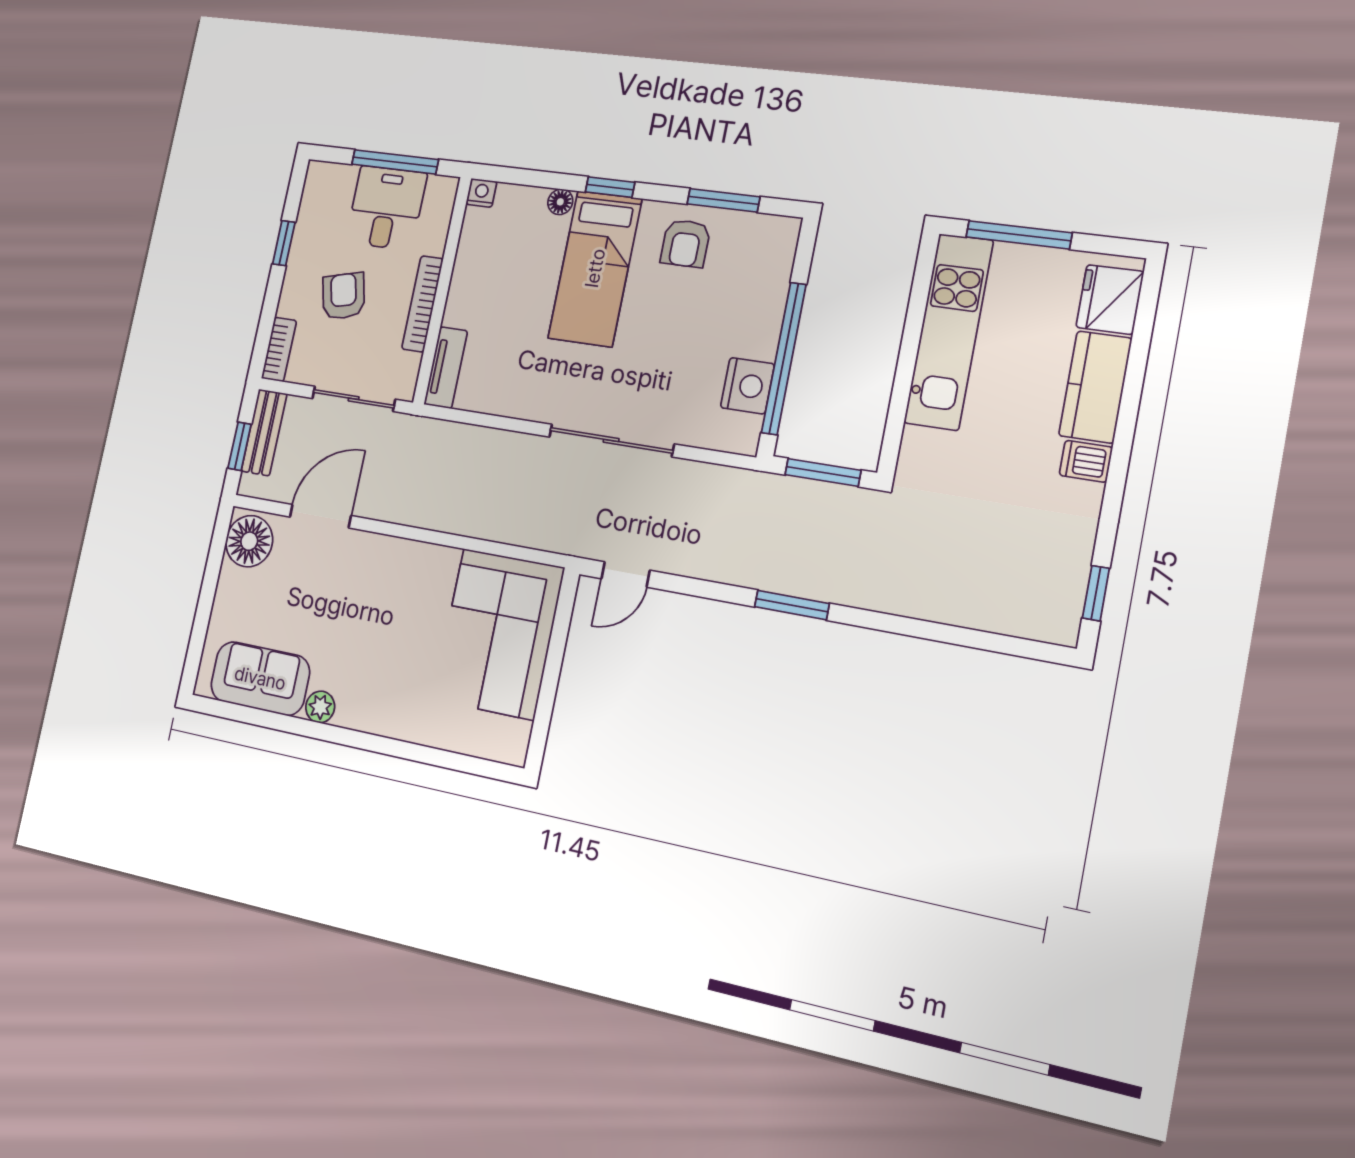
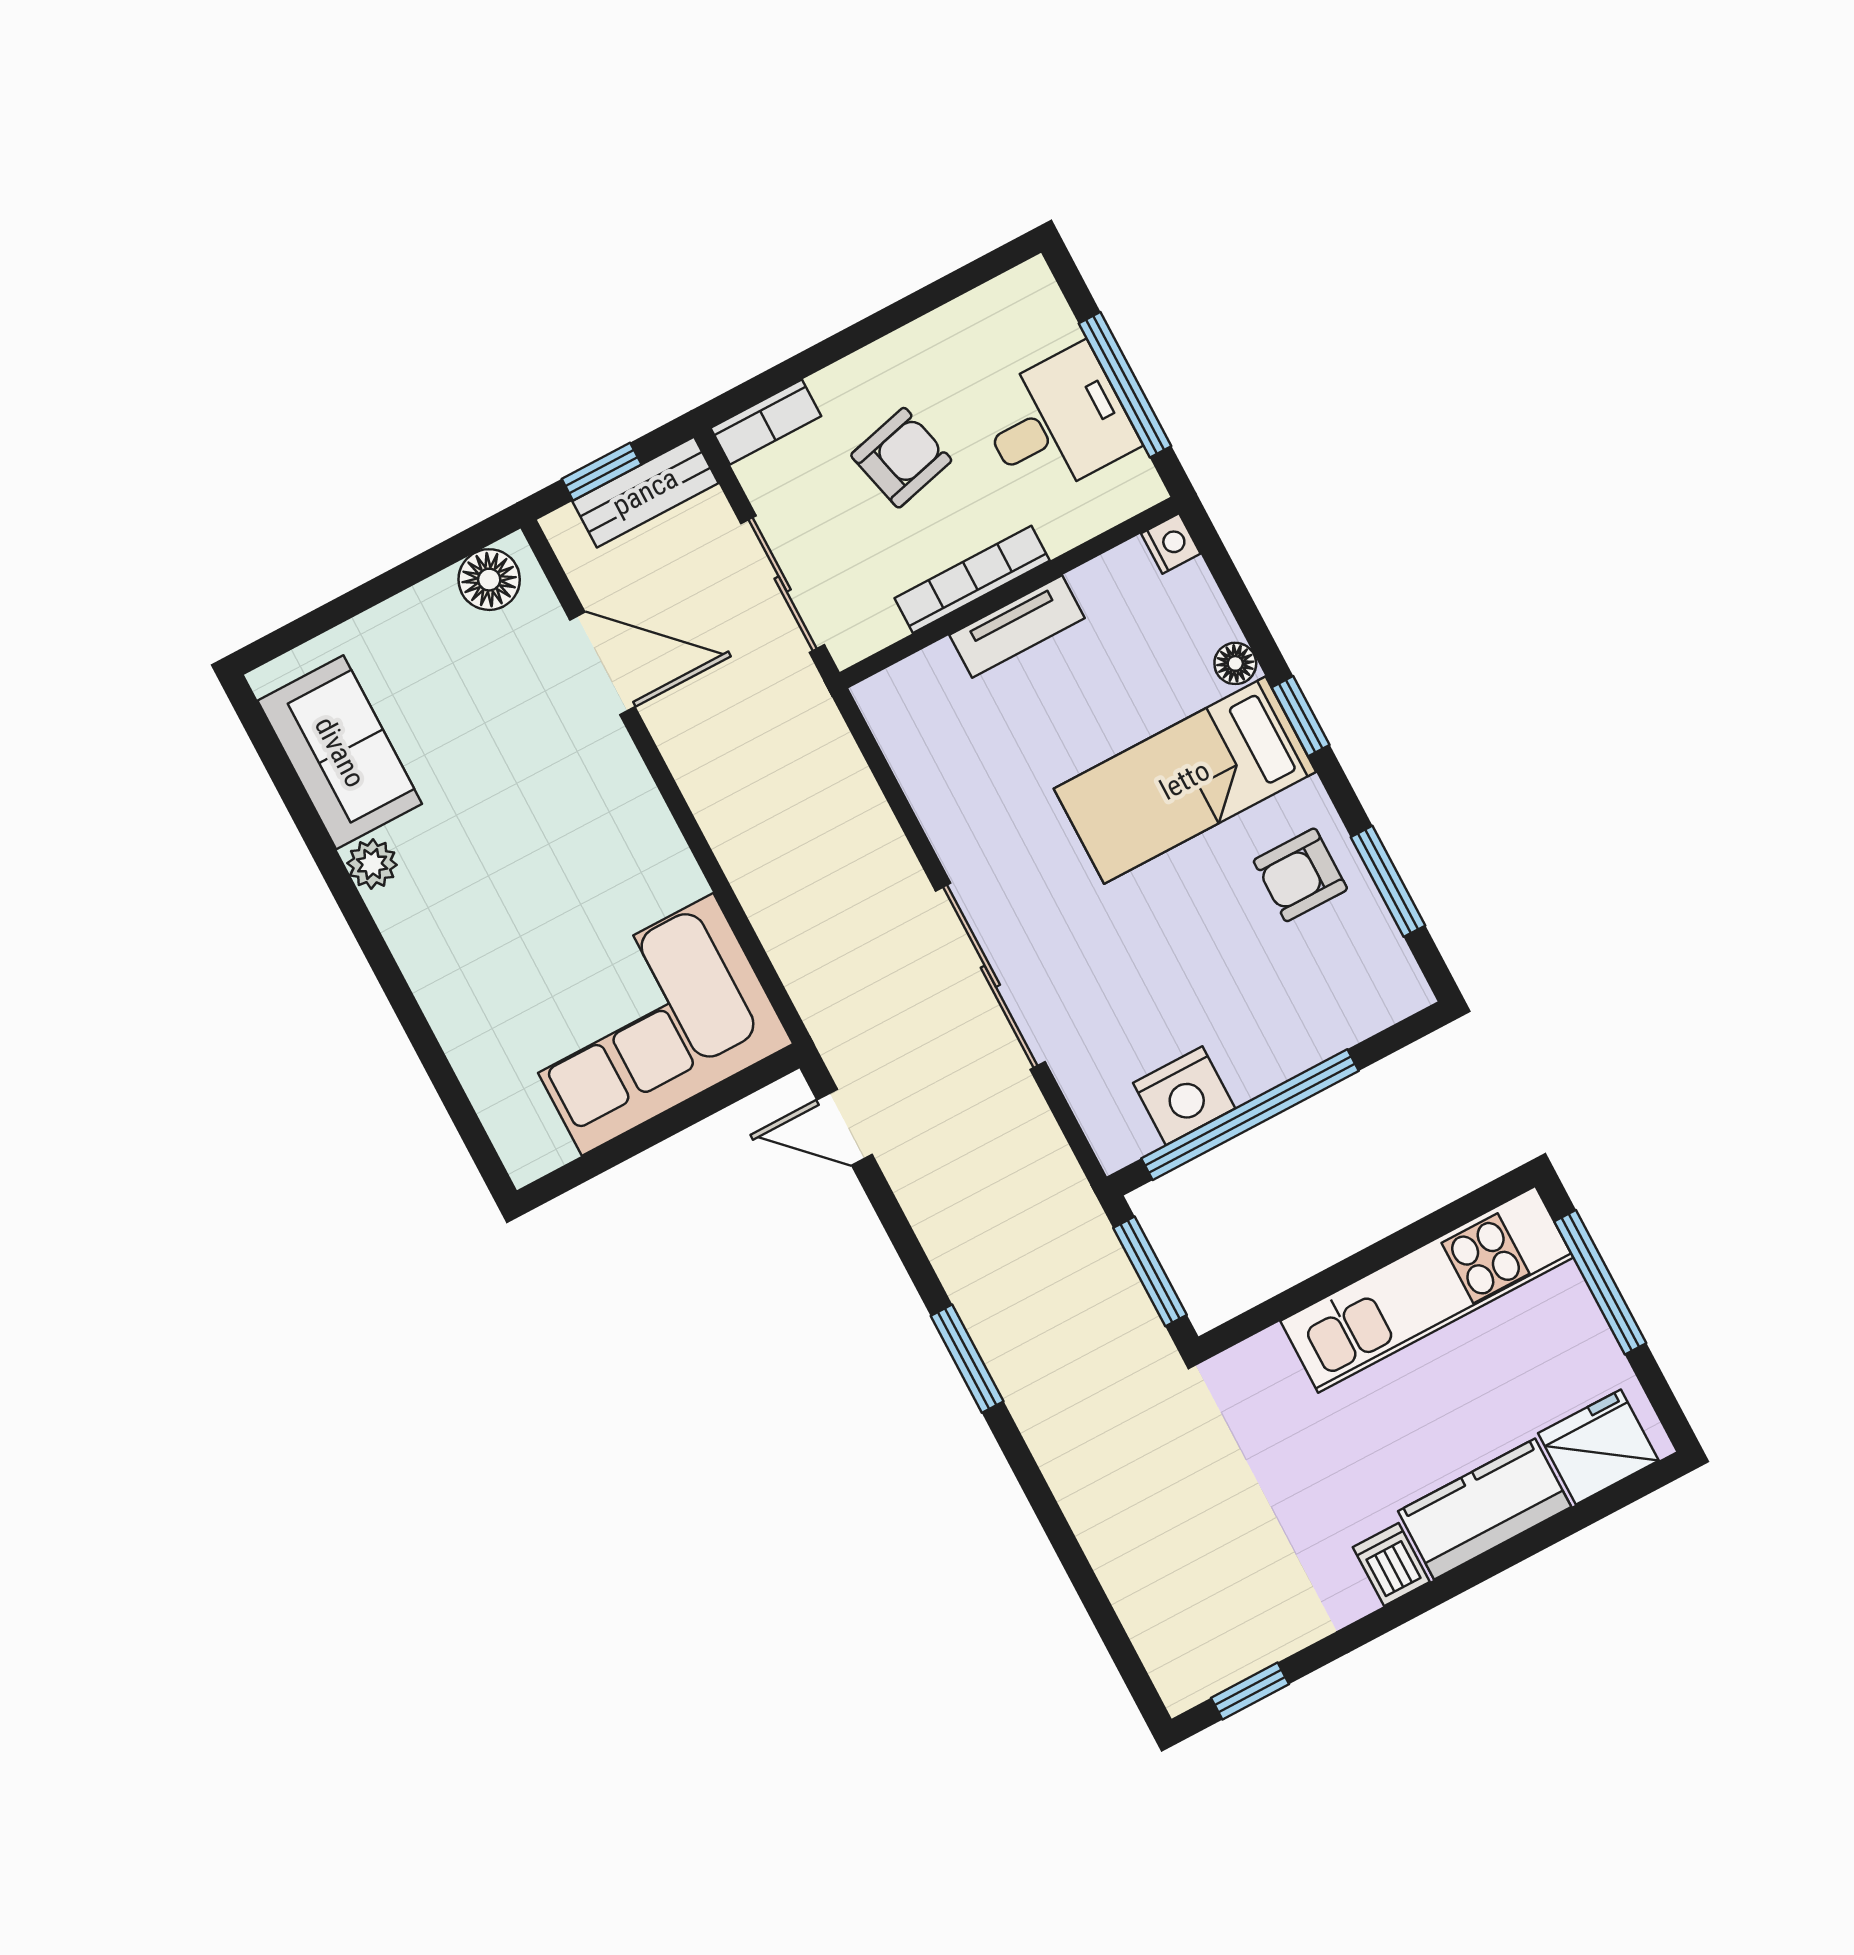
window: (284, 243) -> (907, 310), removed
tv unit: (446, 368) -> (1017, 626), moved
floor lamp: (249, 541) -> (489, 580), width x0.73, depth x0.73

